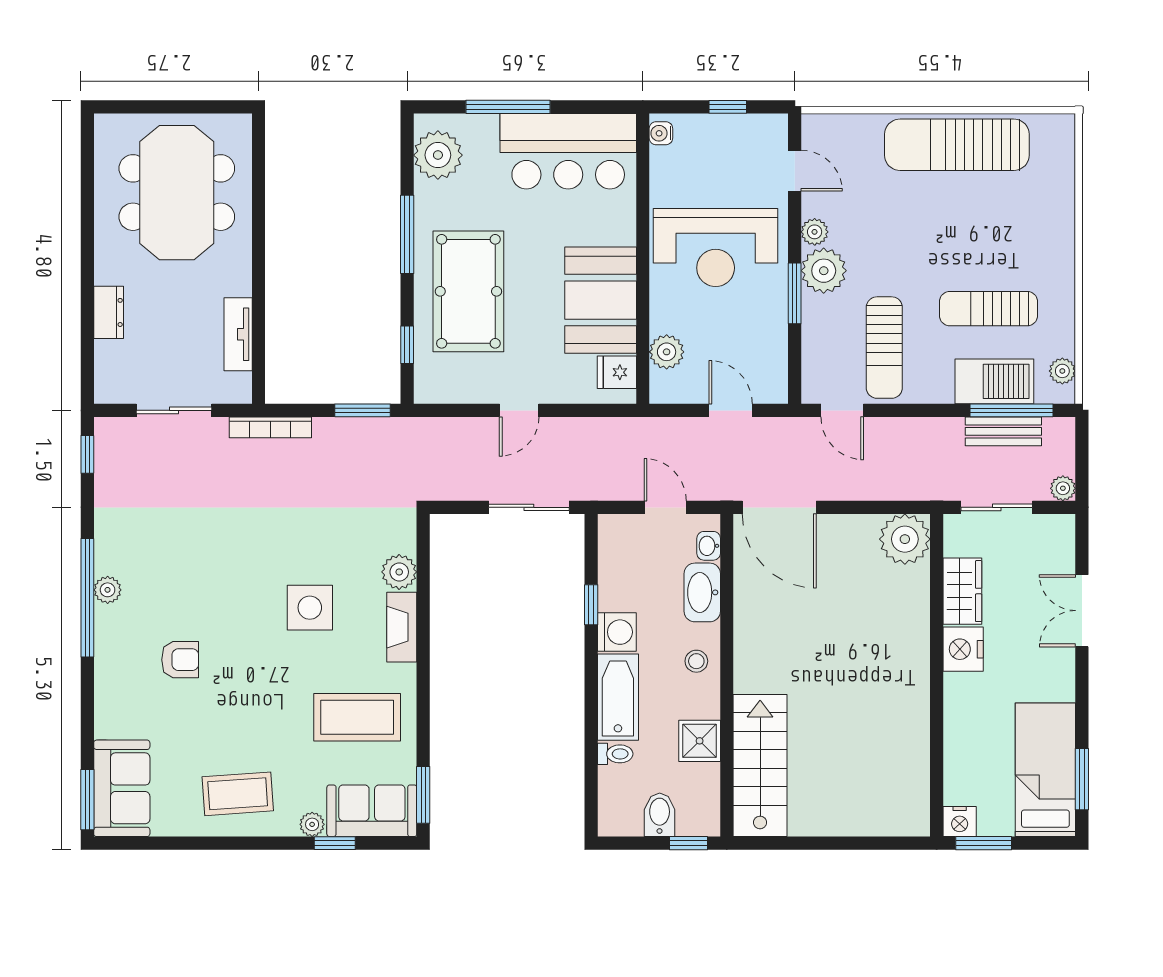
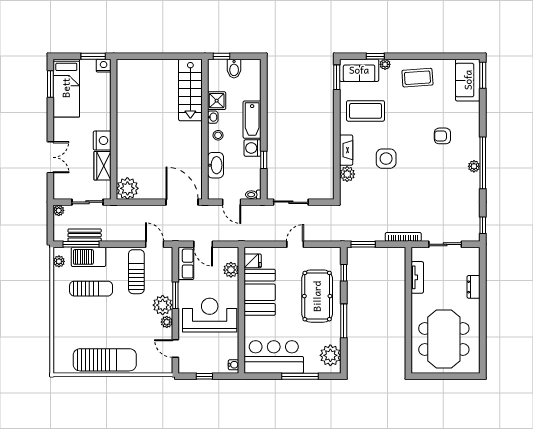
row of seats: (770, 366) -> (186, 264), added
washbasin: (709, 546) -> (213, 117), moved
toilet: (615, 754) -> (253, 195), moved

